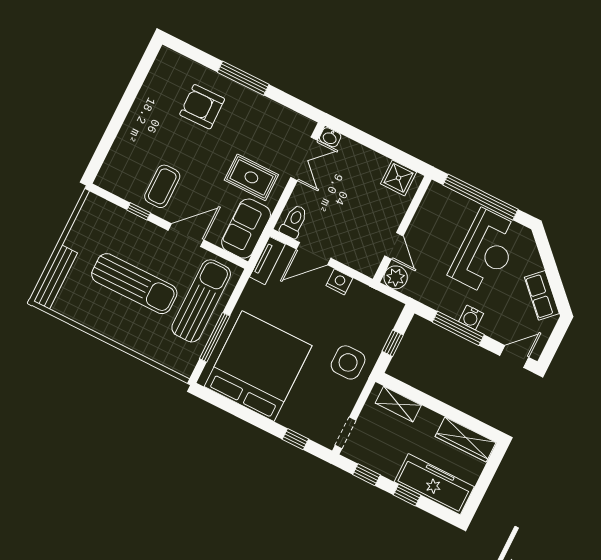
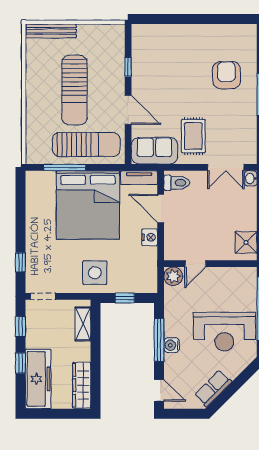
coffee table: (162, 186) -> (155, 75), removed
bed: (258, 366) -> (88, 205), moved, turned 90

